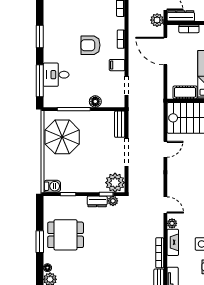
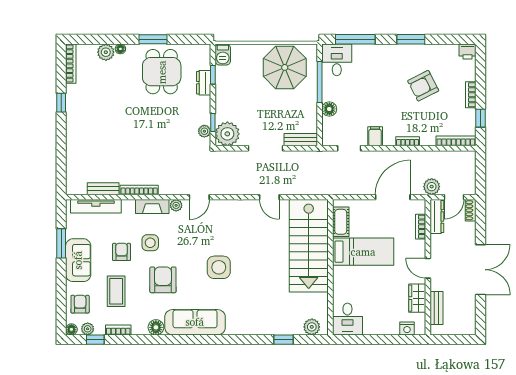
armchair: (90, 45) -> (423, 86), moved, turned -117
desk: (56, 75) -> (337, 60), moved
dresser: (97, 201) -> (204, 83), moved

